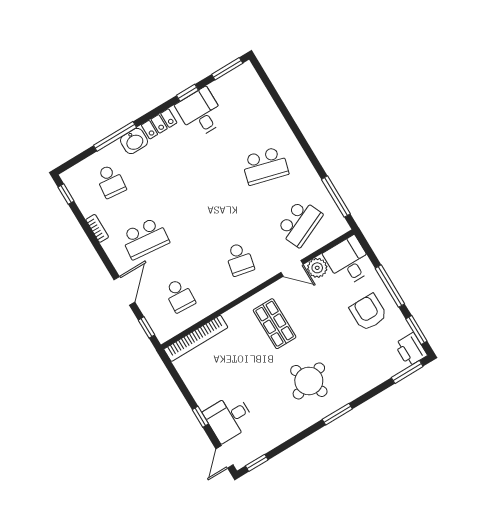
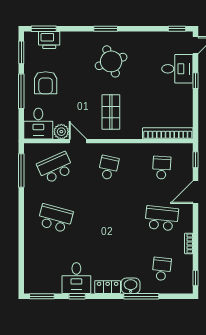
printer: (411, 350) -> (49, 40), moved, turned 90

